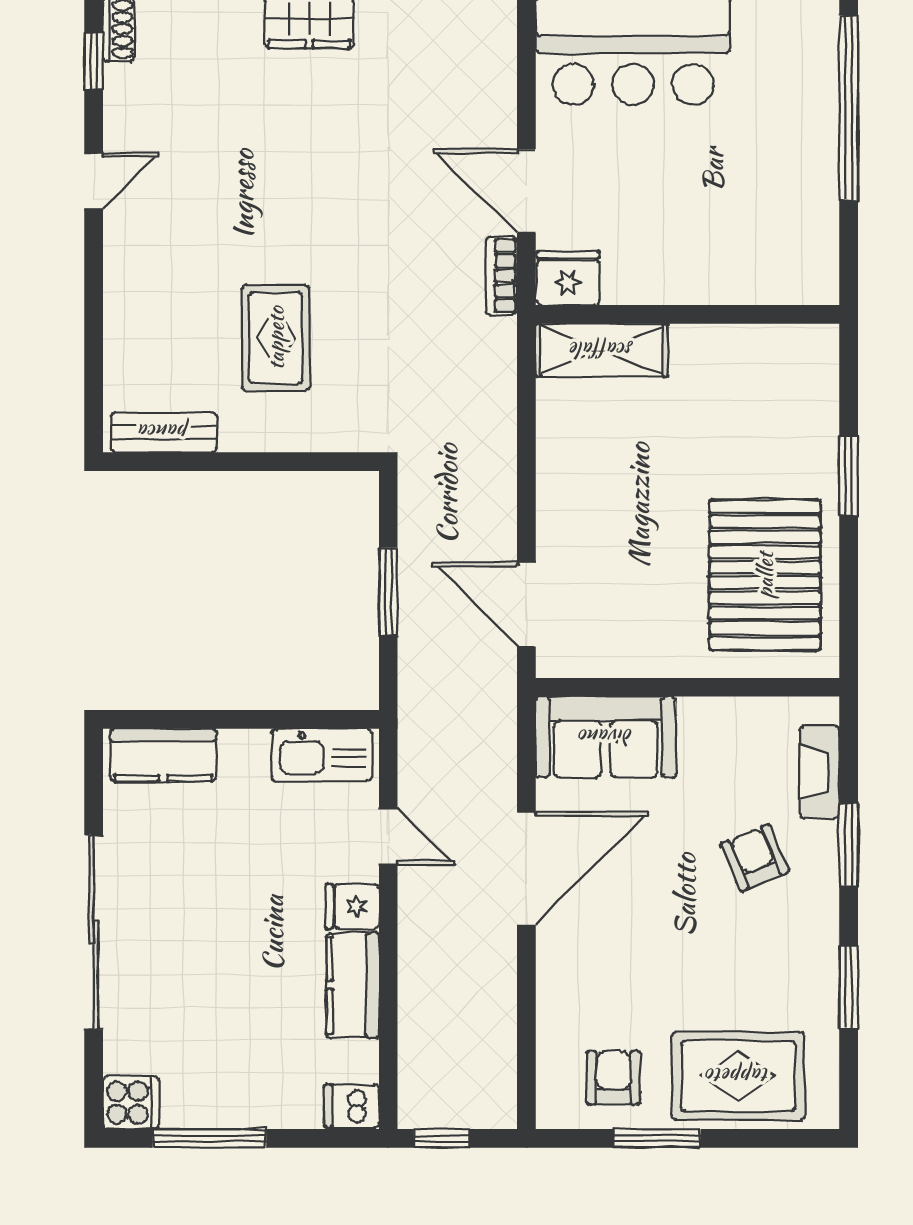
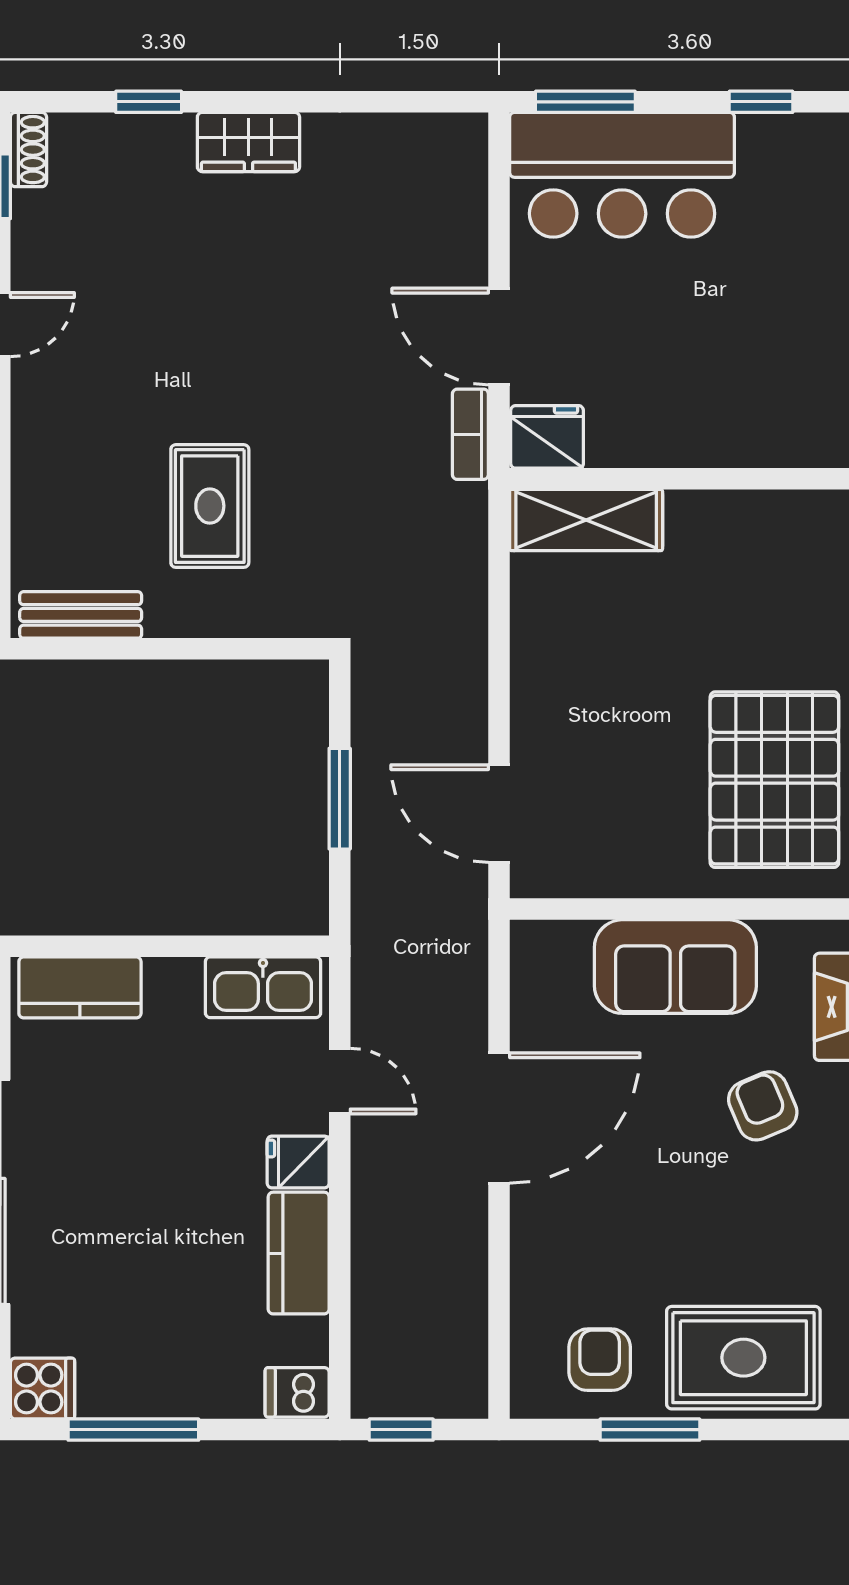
sofa: (606, 737) -> (675, 967), moved

